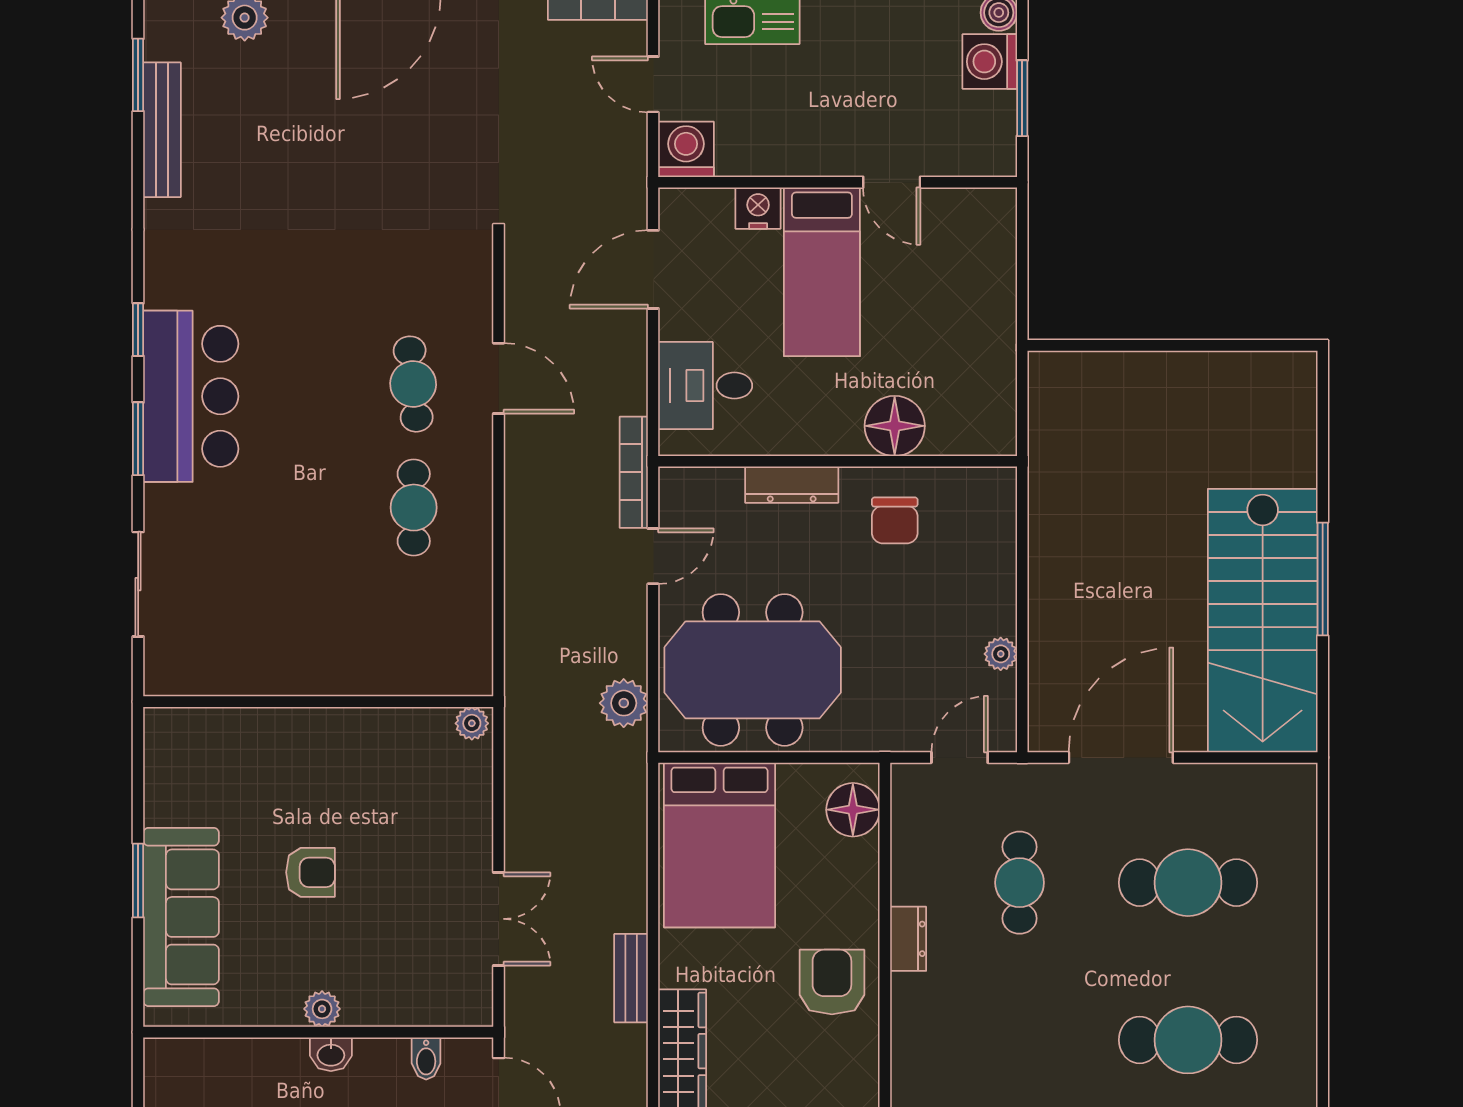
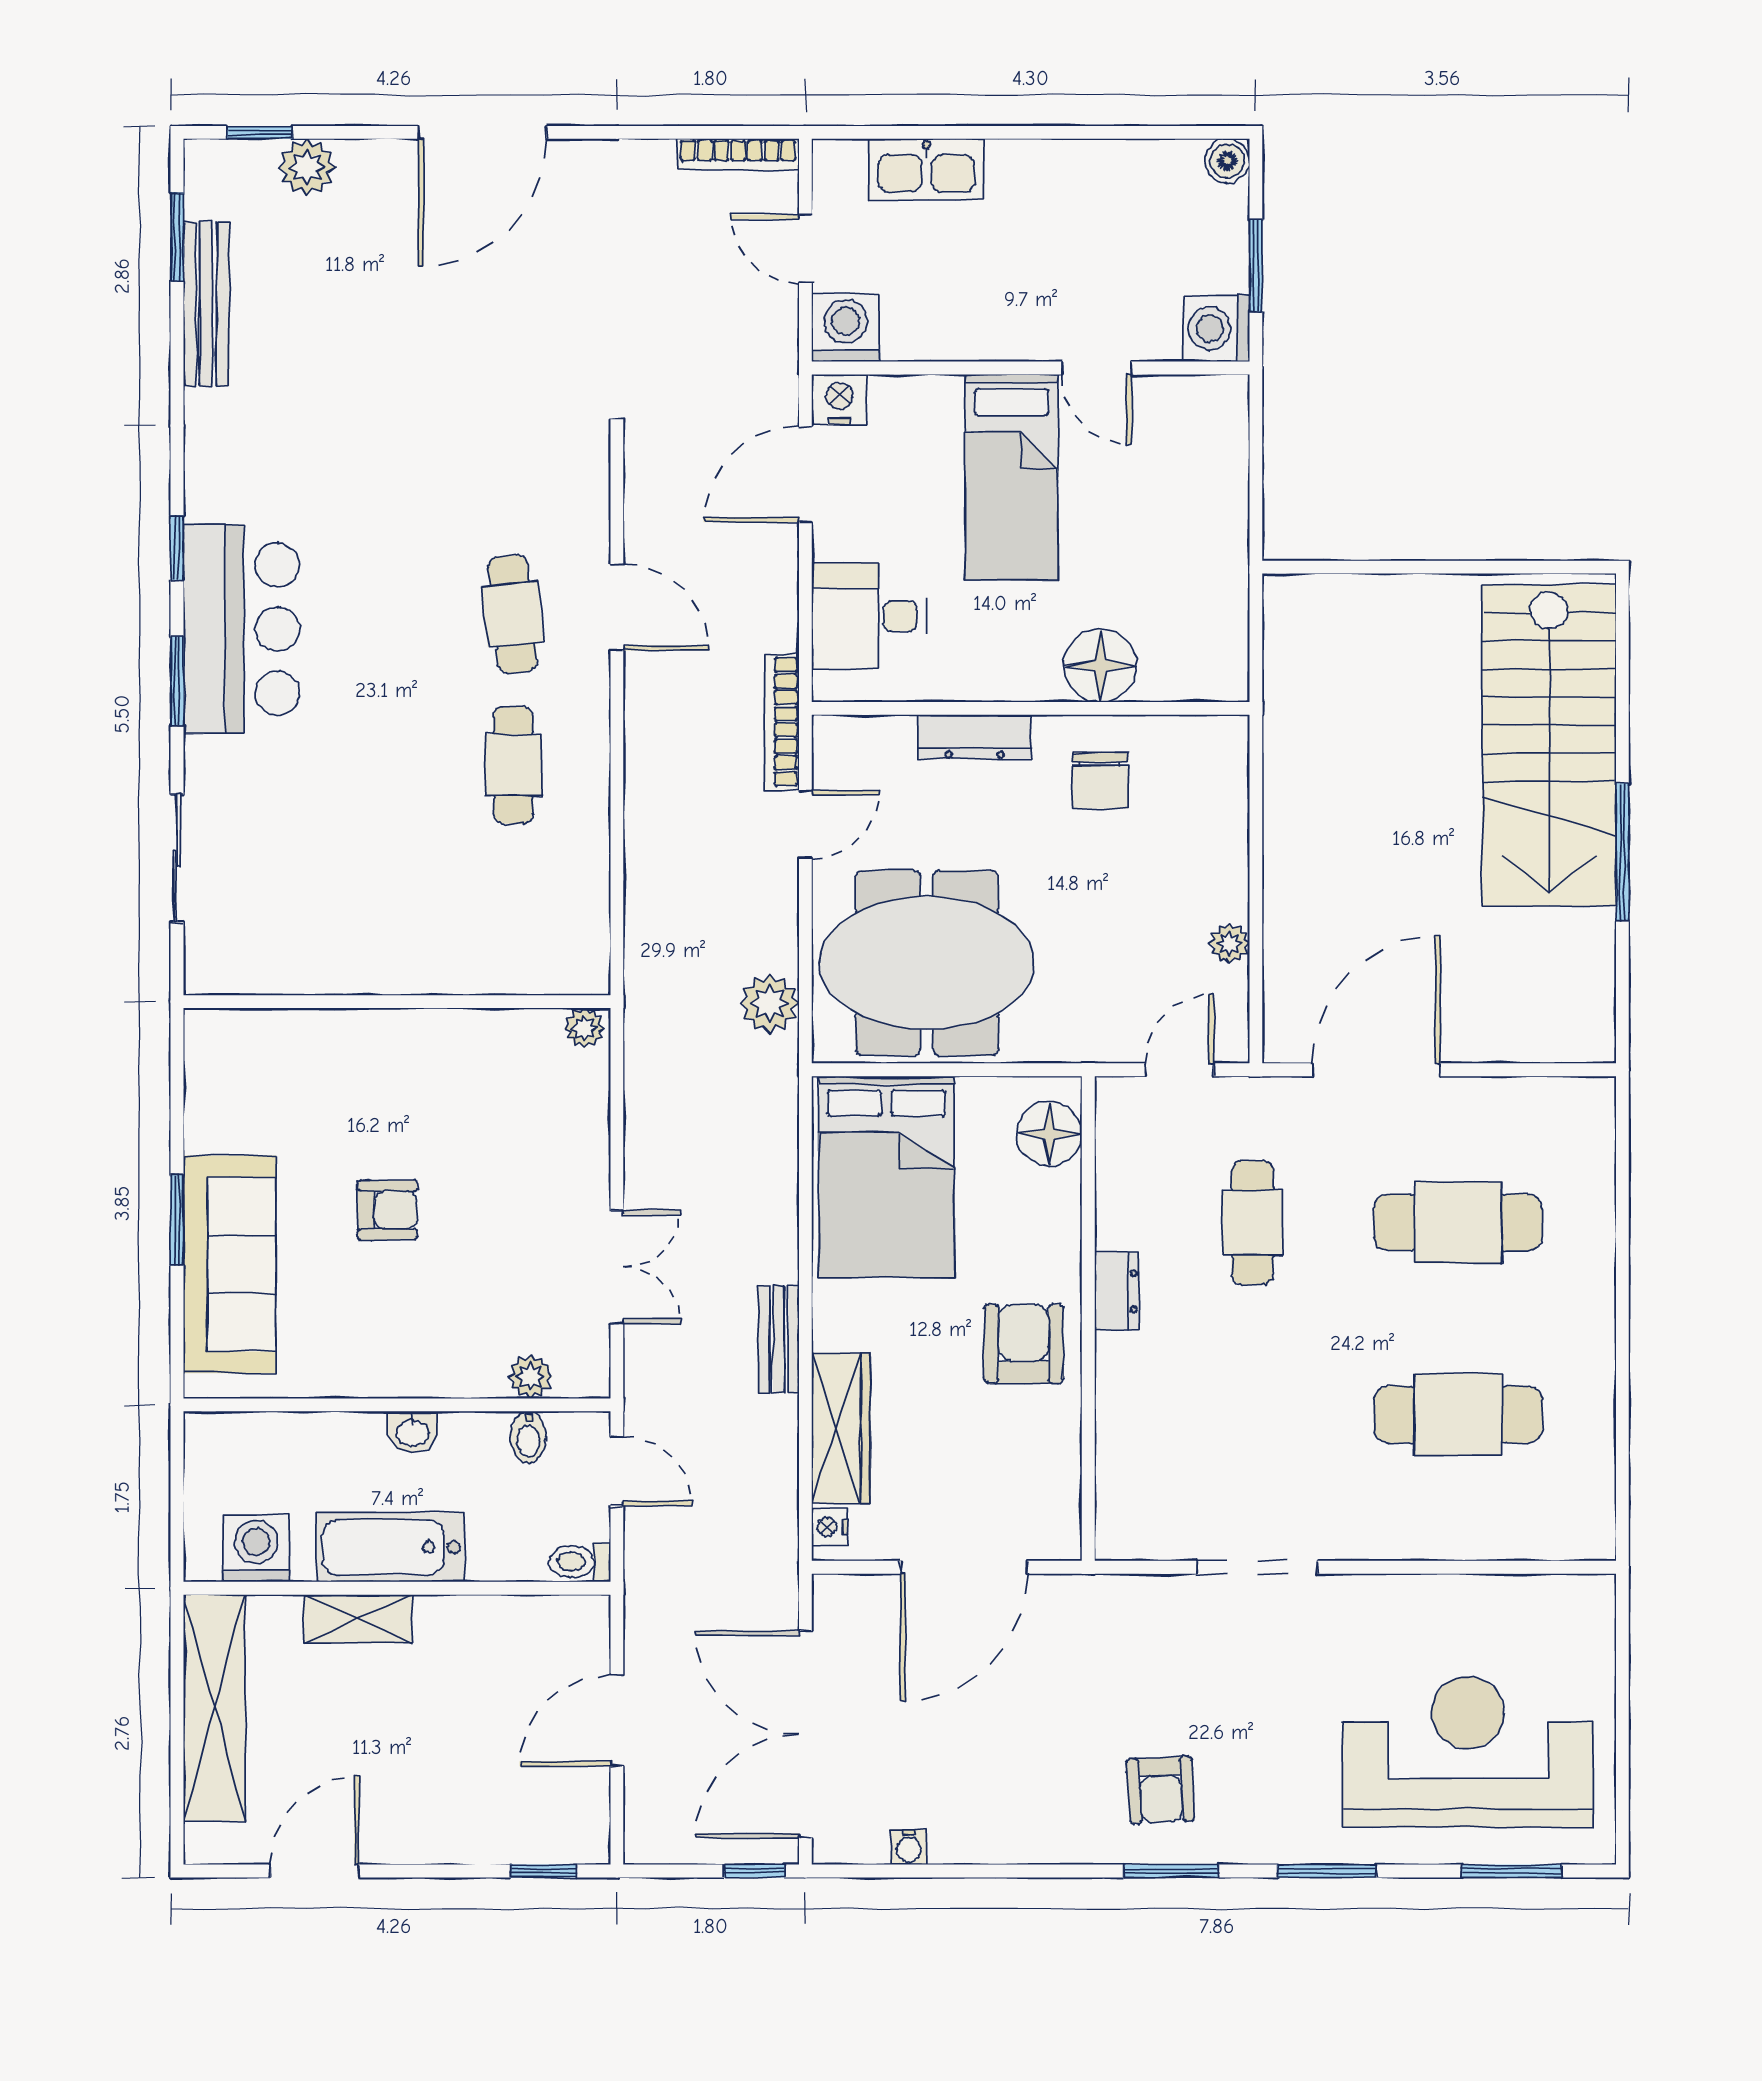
washing machine: (990, 62) -> (1216, 328), moved
nightstand: (758, 208) -> (839, 400), moved
stairs: (1263, 621) -> (1549, 745), moved
plant: (322, 1009) -> (530, 1377), moved

